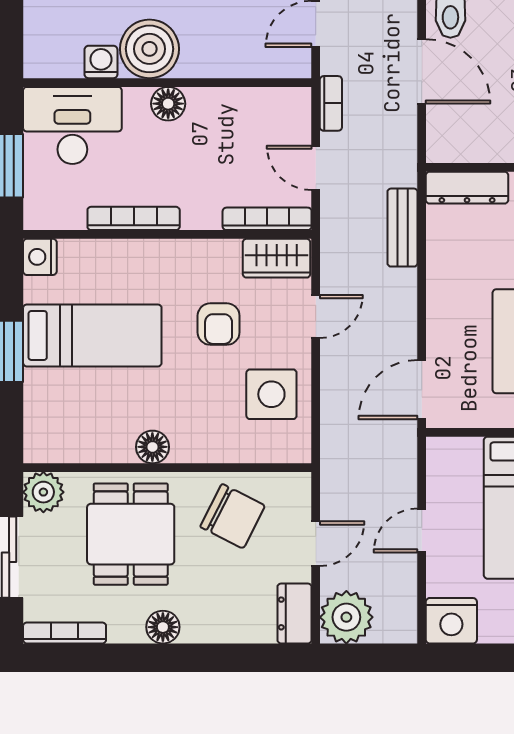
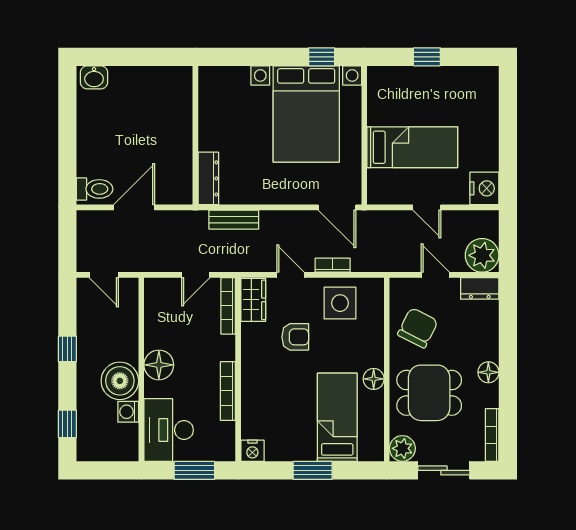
bookcase: (331, 103) -> (333, 265), moved
floor lamp: (168, 104) -> (159, 365), width x1.38, depth x1.38
bed: (92, 335) -> (337, 417), moved

